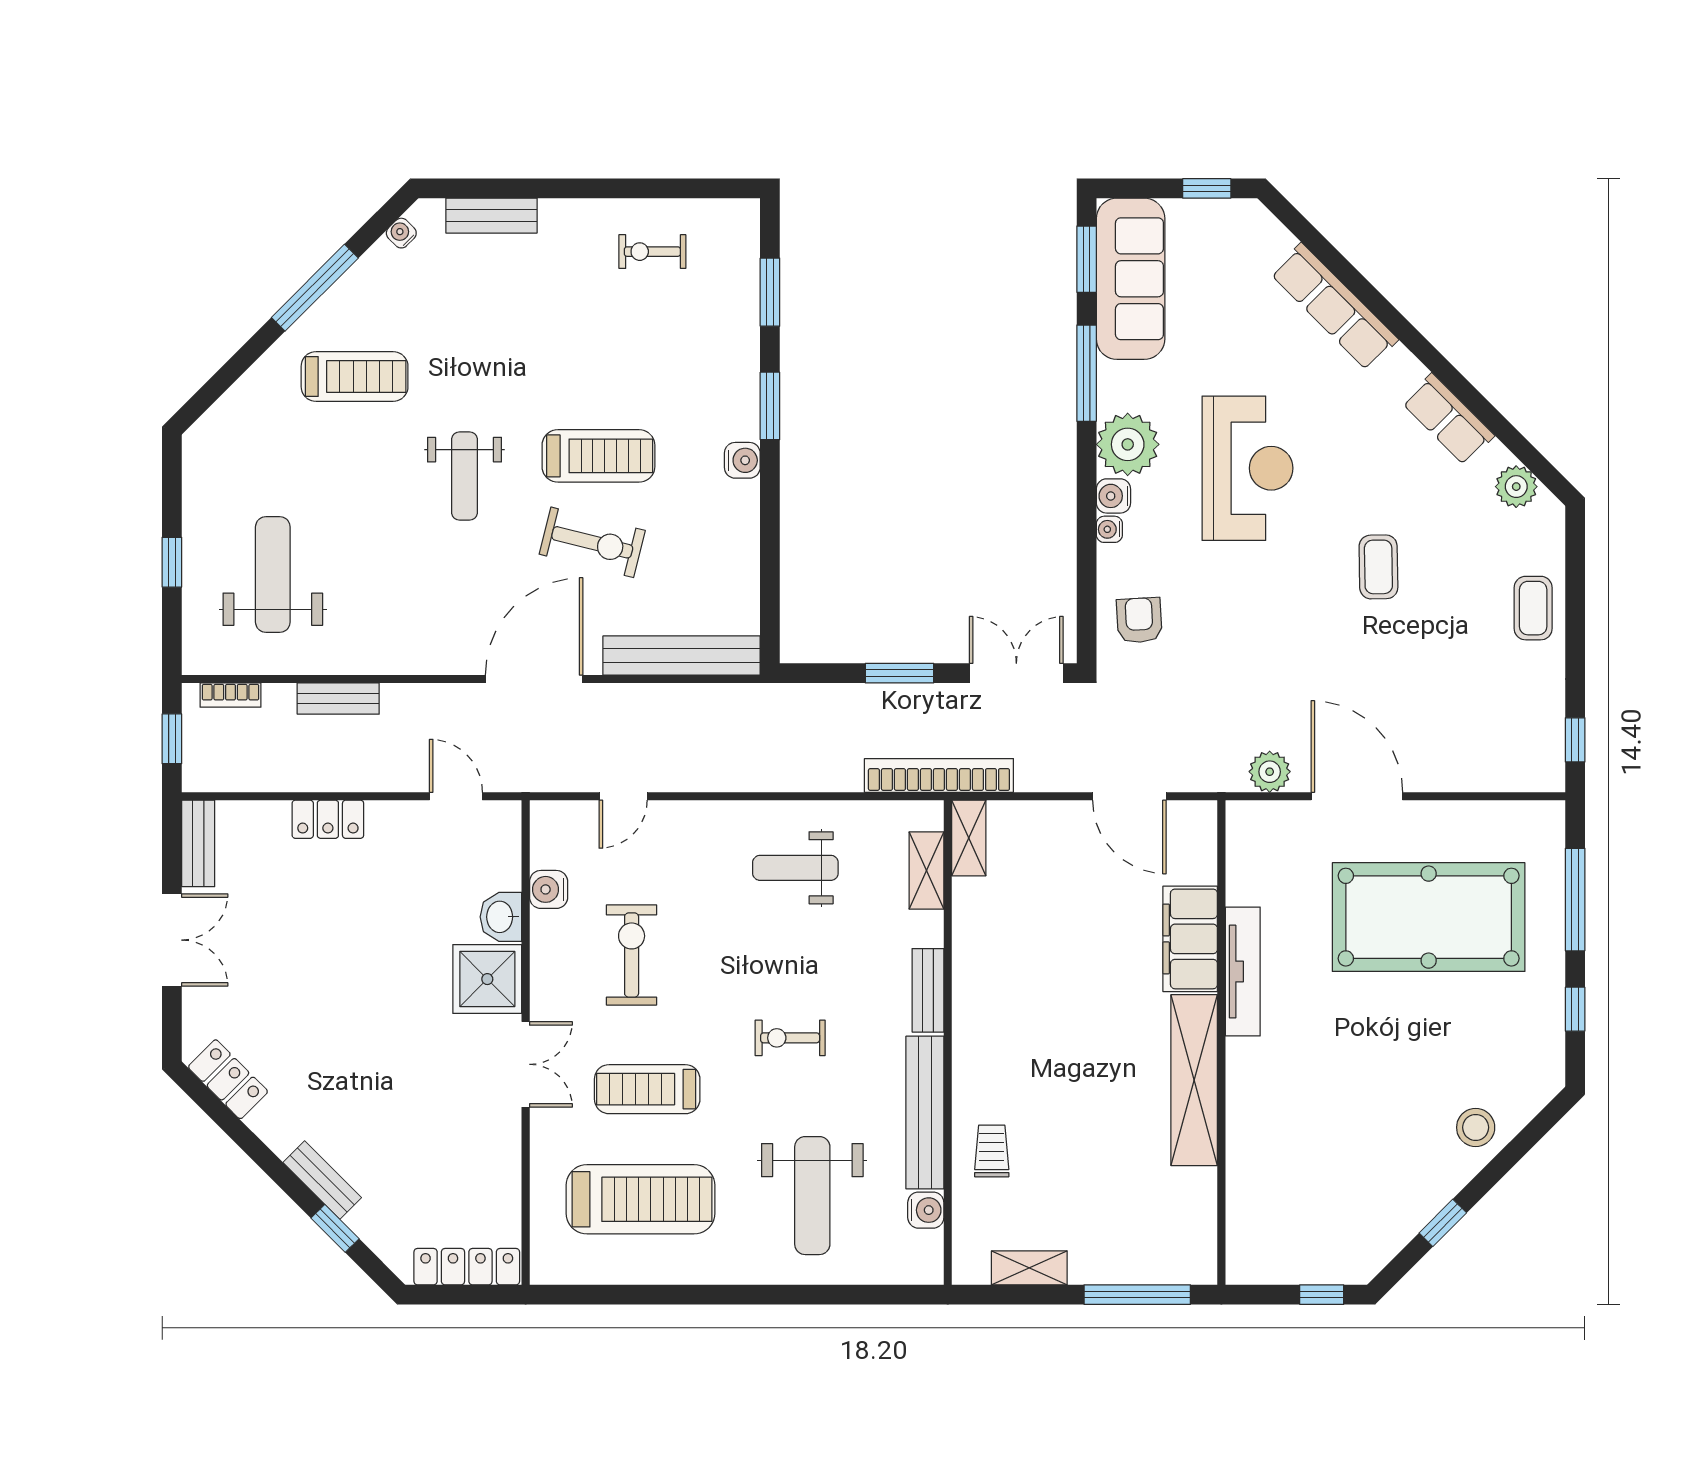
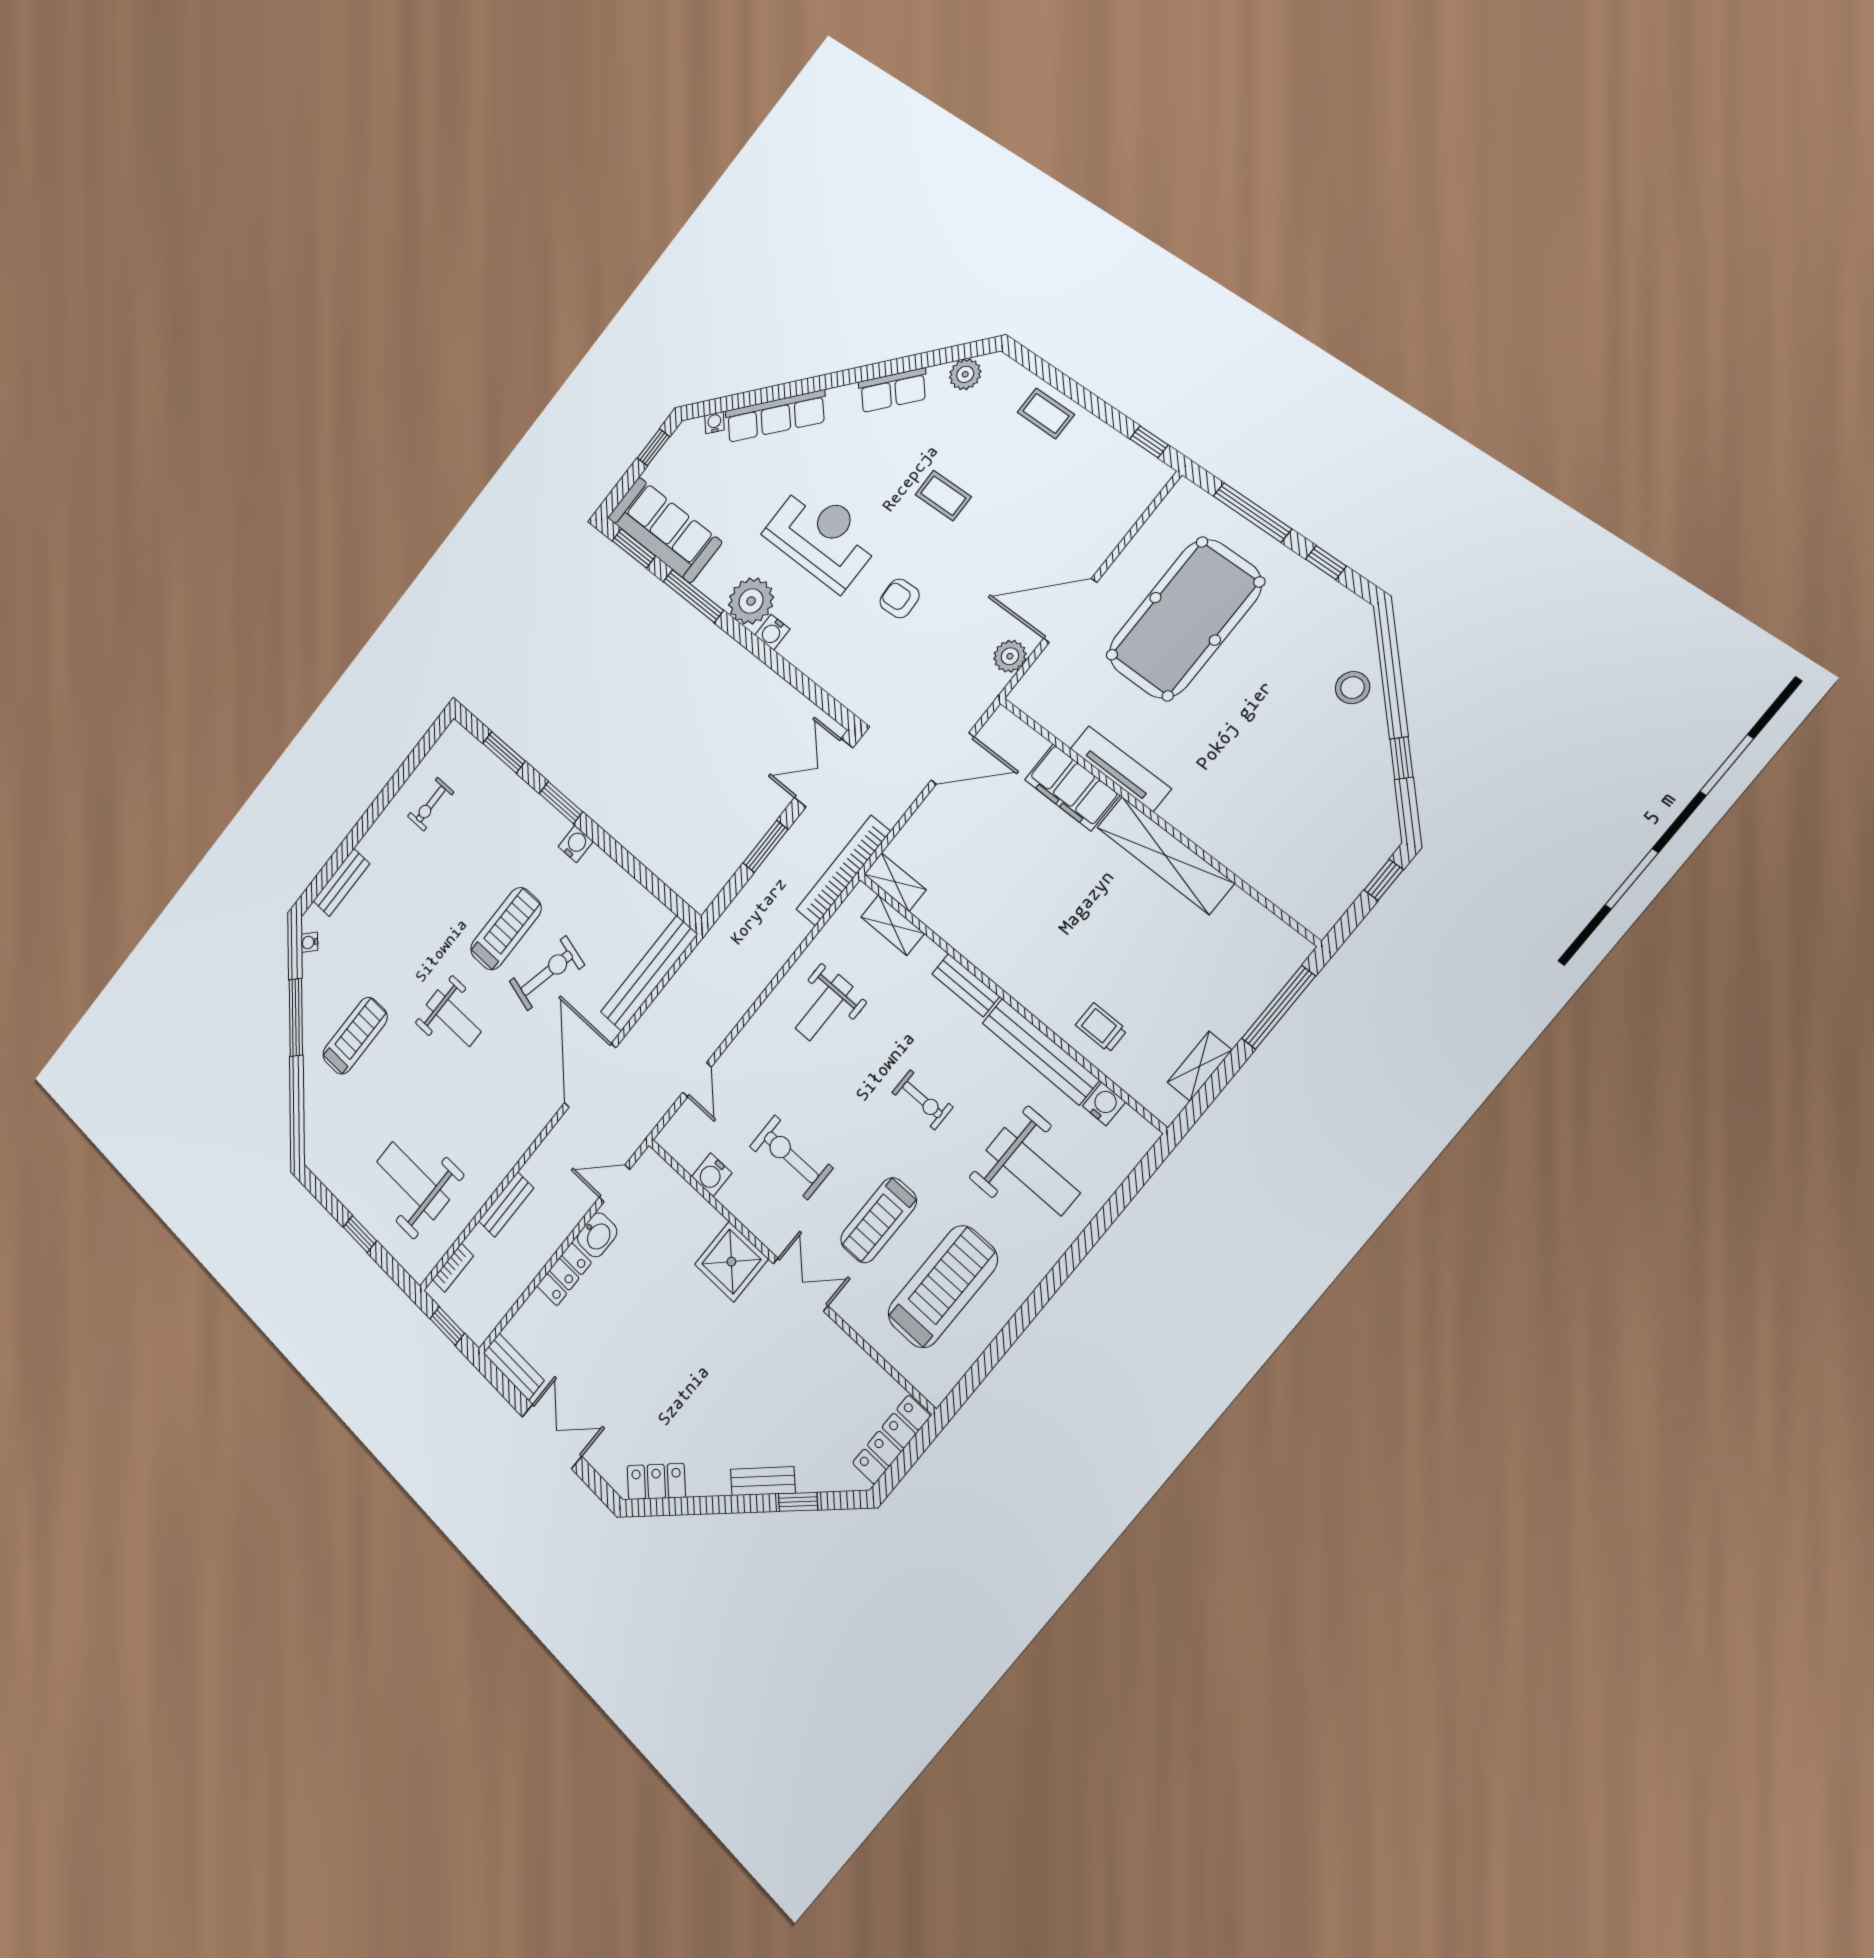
water cooler: (1109, 529) -> (714, 423), moved, turned 135
armchair: (1139, 620) -> (900, 598), moved
washbasin: (501, 917) -> (597, 1235), moved, turned -90
exercise bike: (790, 1038) -> (922, 1100), turned -90

